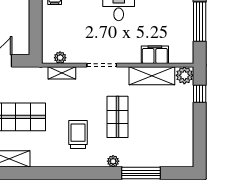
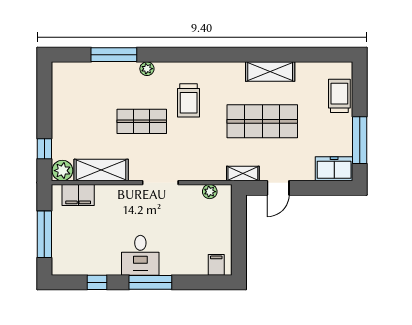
filing cabinet: (155, 55) -> (78, 195), moved
shelving: (62, 73) -> (243, 173), moved
shop shelf: (118, 117) -> (142, 121), turned 90

